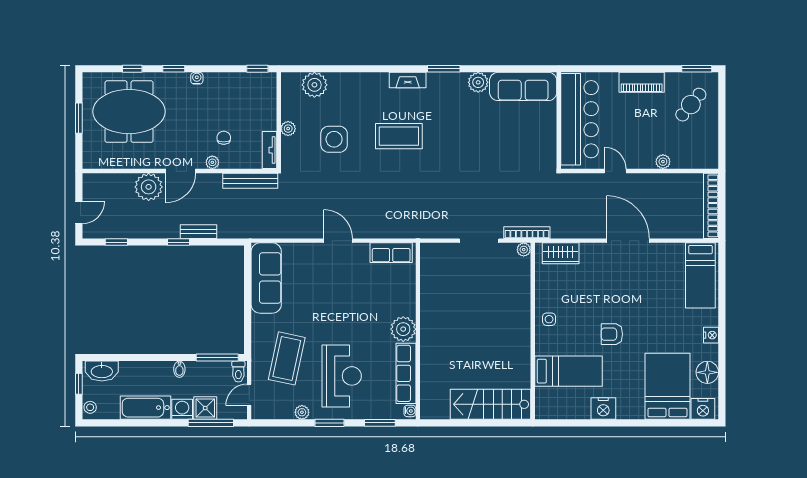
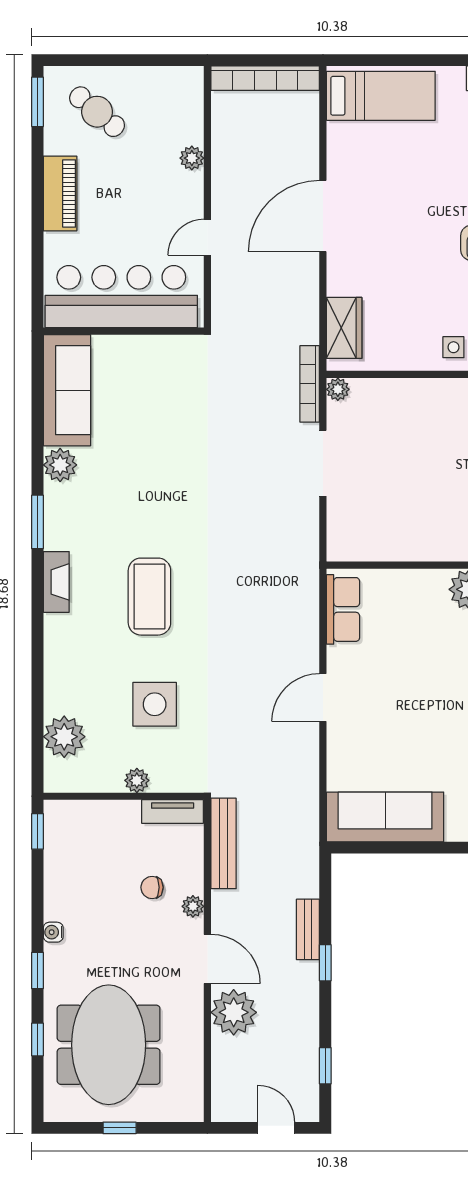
window: (79, 118) -> (120, 1128), width x0.67

